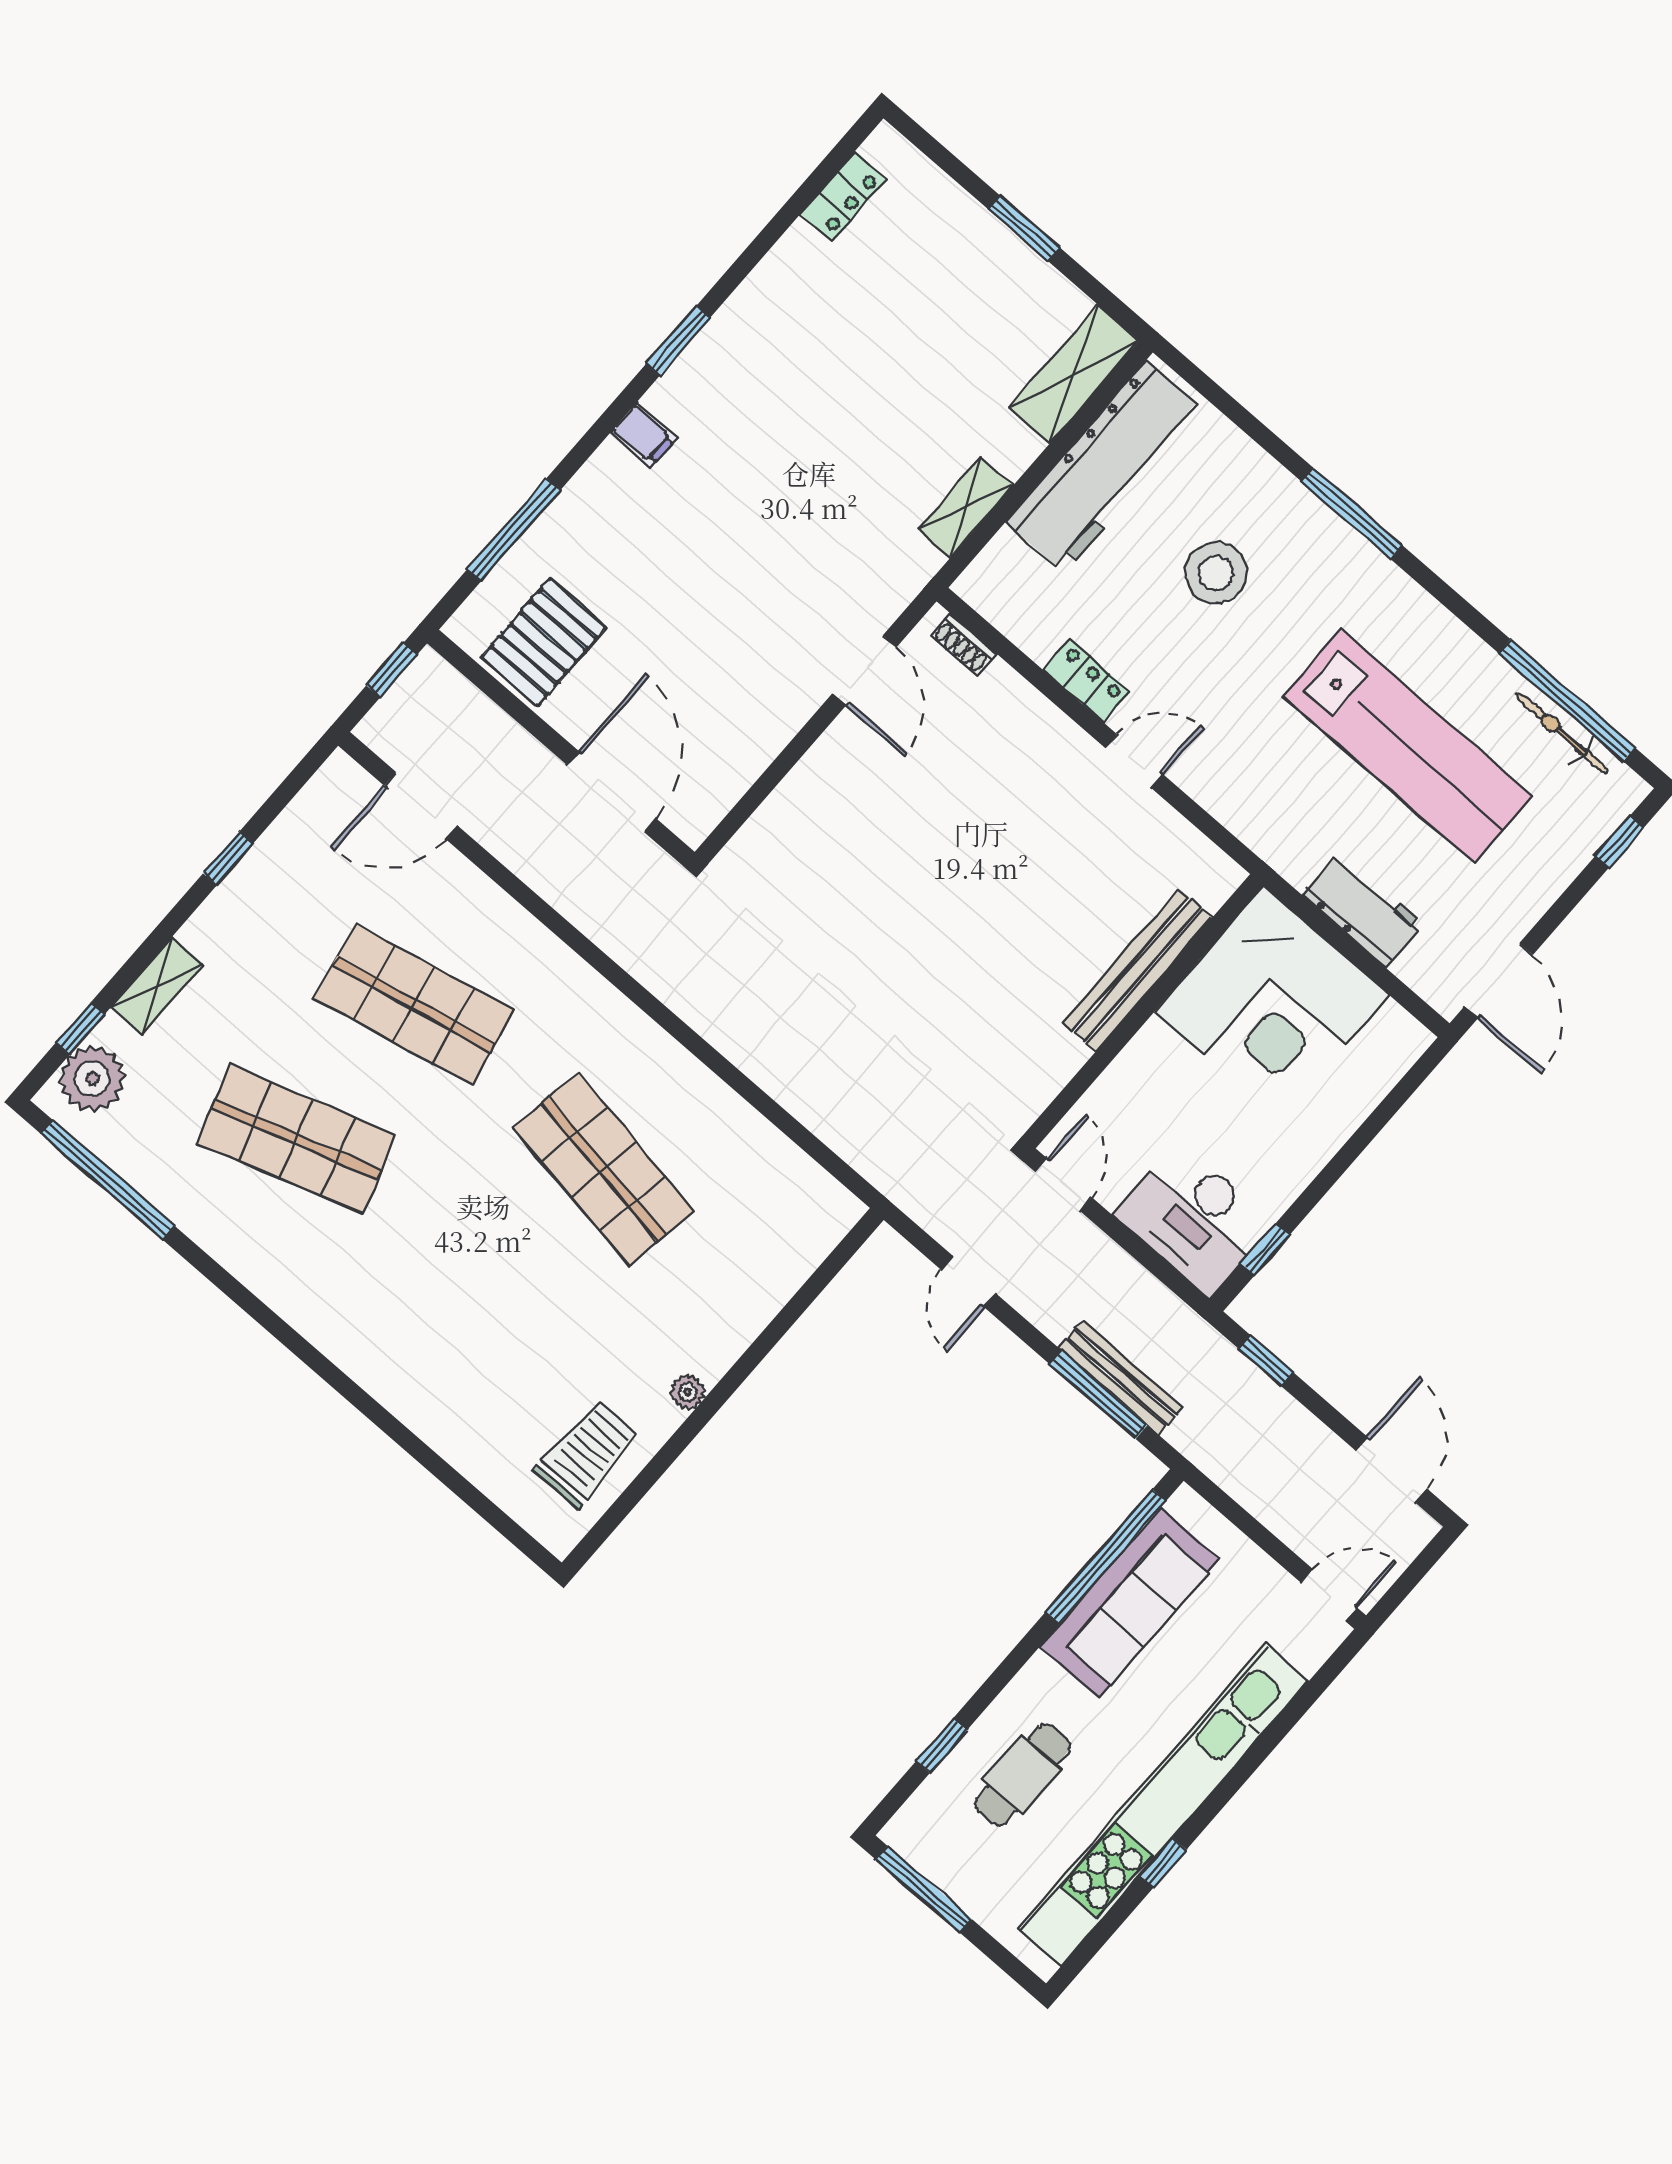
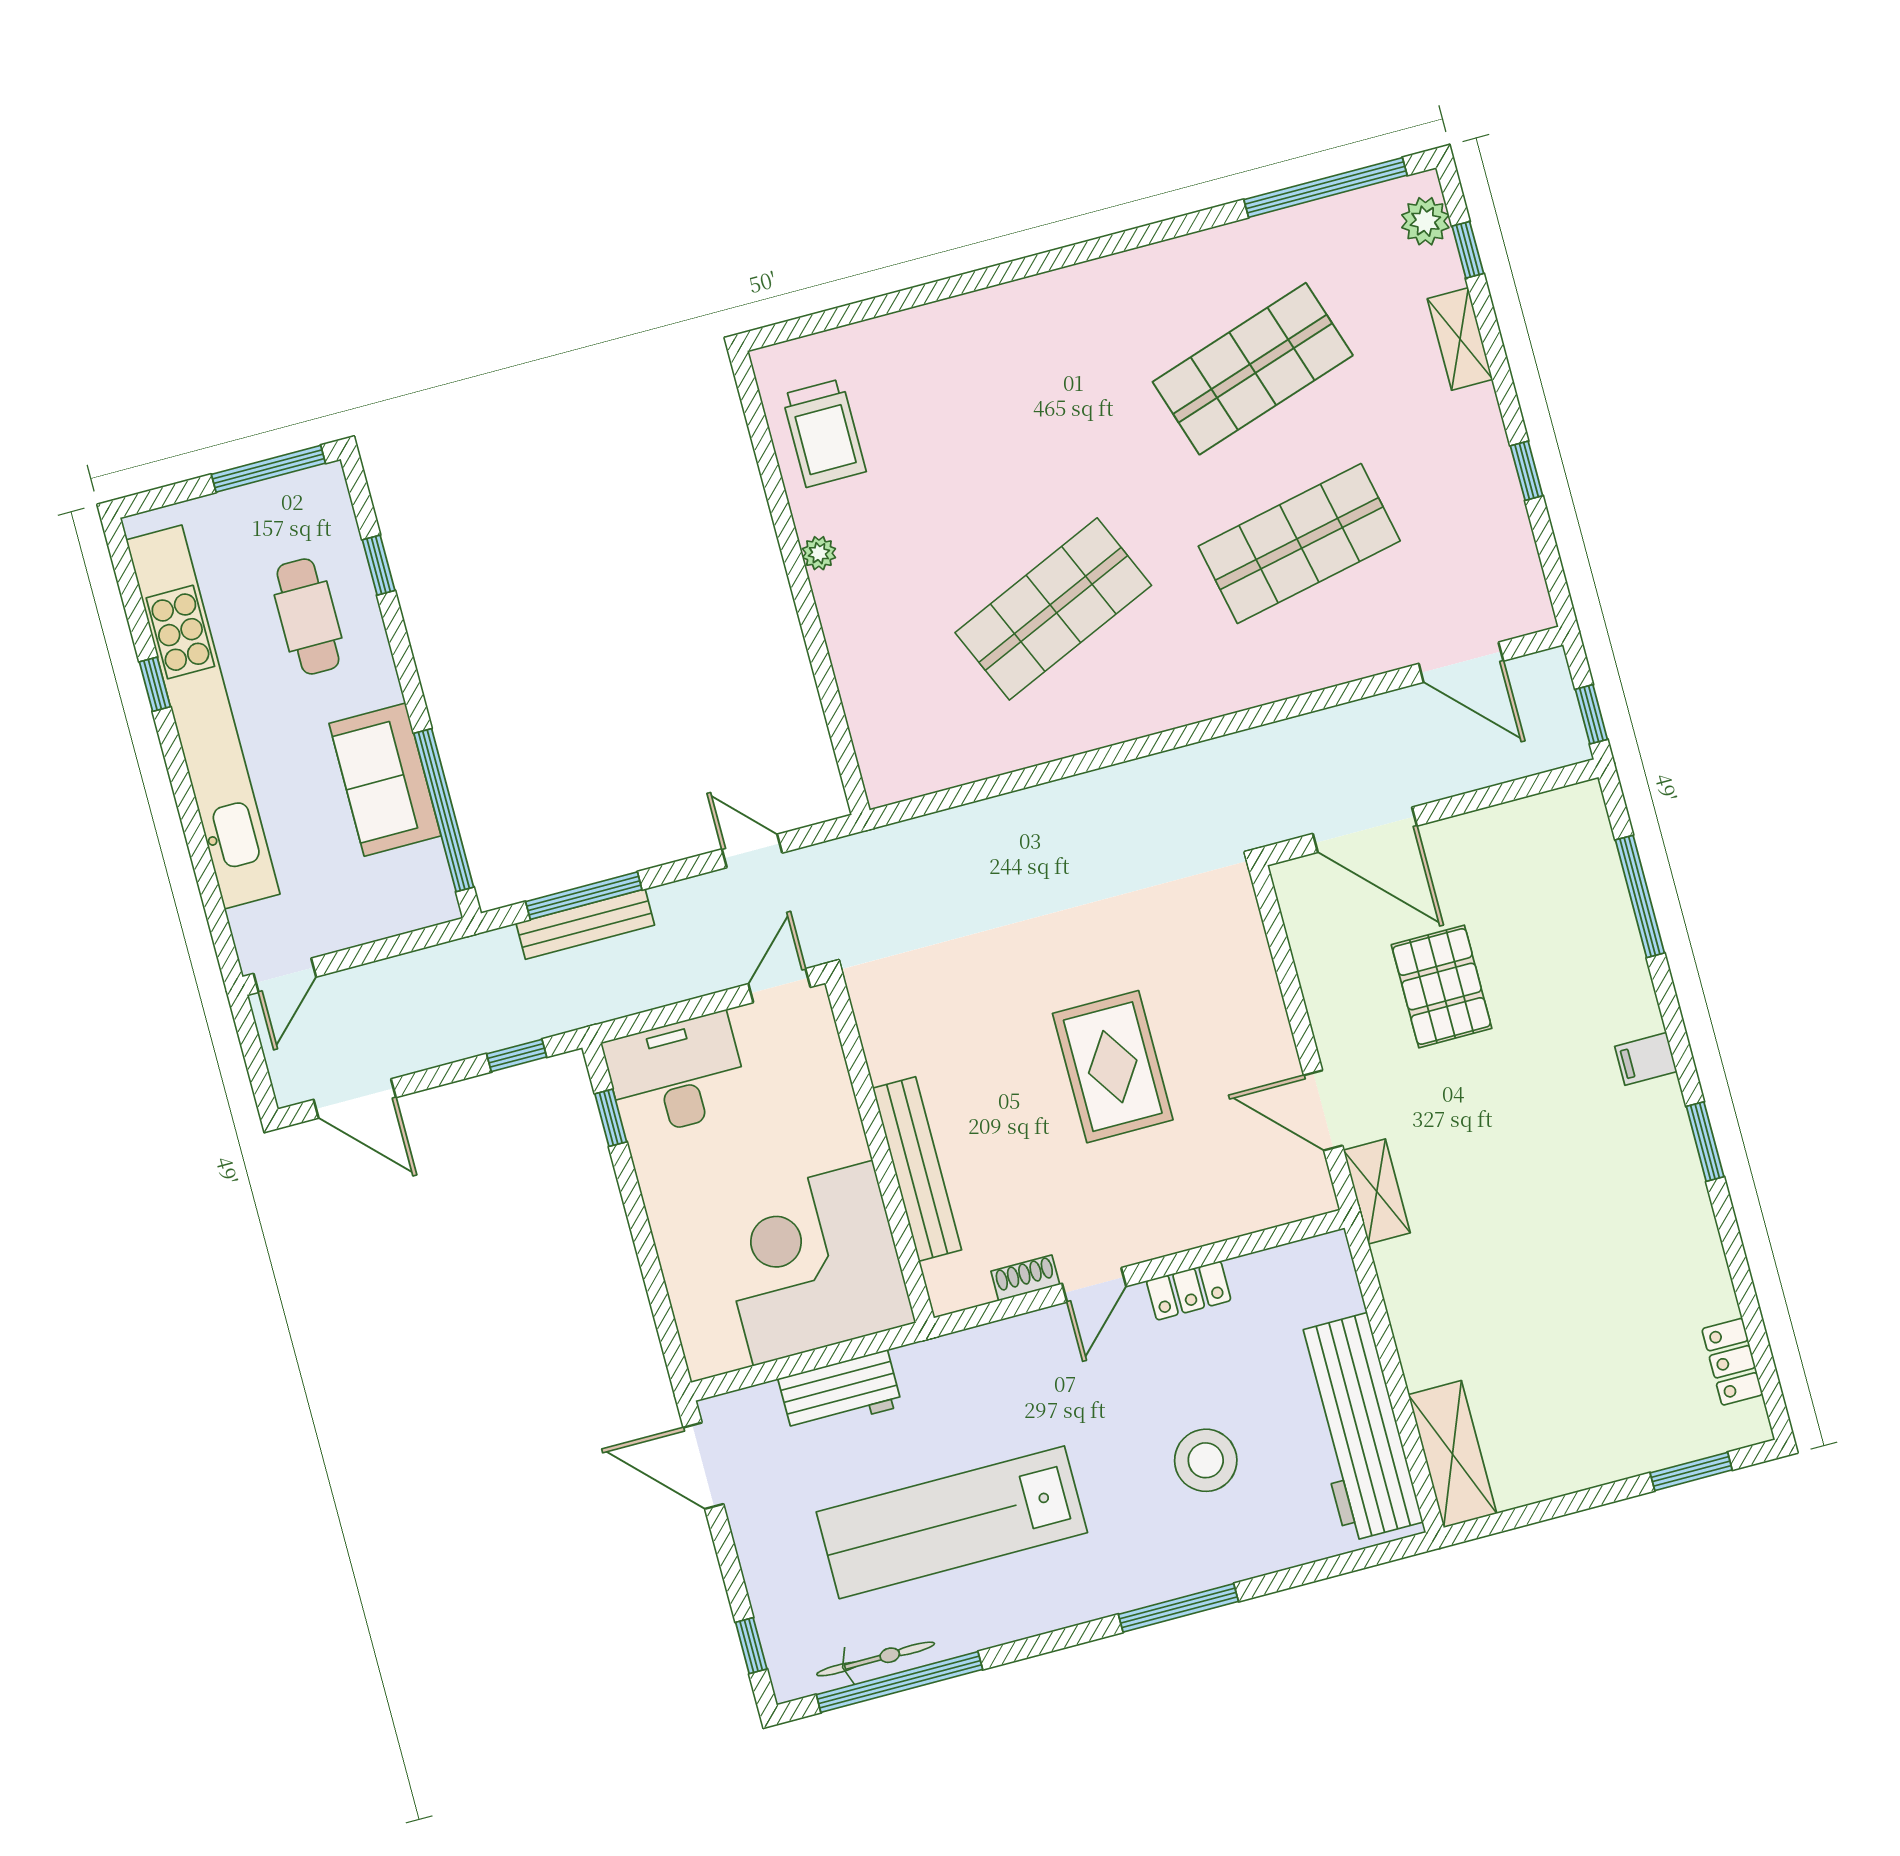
window: (1024, 228) -> (1691, 1471), moved
shelving: (965, 508) -> (1377, 1191), moved
pallet: (544, 642) -> (1442, 987), moved
shoe rack: (963, 645) -> (1025, 1278), moved
door: (421, 806) -> (1461, 662), swing flipped
rug: (945, 867) -> (1113, 1067), added
plant: (92, 1079) -> (1425, 221), width x0.73, depth x0.73
shop shelf: (604, 1169) -> (1053, 609), turned -33
door: (1064, 1185) -> (779, 986), swing flipped
sofa: (1130, 1603) -> (385, 780), width x0.73

